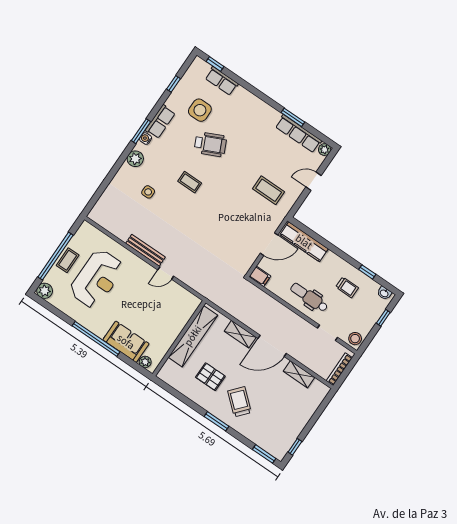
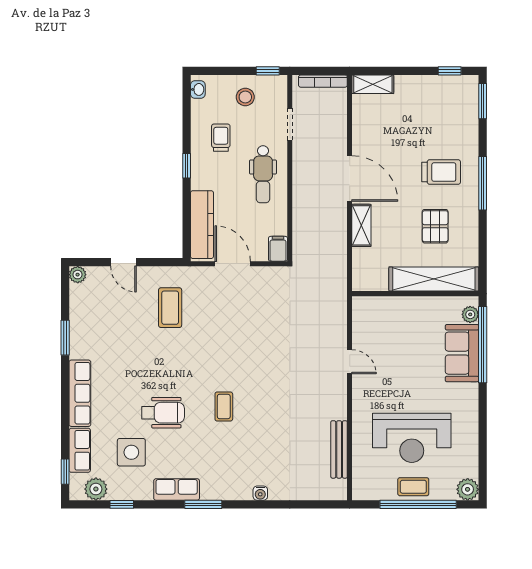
row of seats: (298, 134) -> (80, 393), moved
water cooler: (146, 139) -> (260, 493), moved
wheelchair: (210, 144) -> (163, 413), turned 115
plant: (135, 159) -> (96, 489), moved
side table: (148, 192) -> (269, 447), removed
bench: (145, 250) -> (339, 449), moved
window: (367, 272) -> (187, 166), moved
reception desk: (97, 279) -> (412, 438), turned 180
window: (383, 318) -> (268, 71), moved
shelving: (193, 336) -> (434, 279), moved
window: (96, 339) -> (483, 345), moved
stool: (355, 339) -> (245, 97), moved
shelving: (299, 374) -> (373, 84), moved, turned 90
trolley: (239, 402) -> (441, 172), turned -131
window: (217, 421) -> (483, 183), width x1.44

